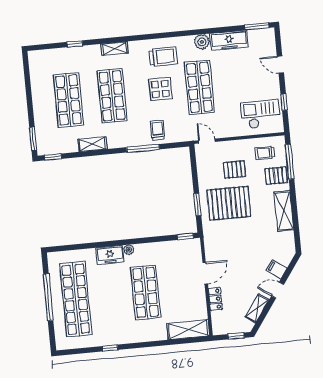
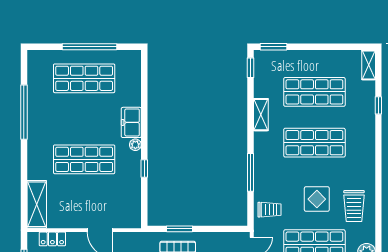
shelving: (115, 49) -> (369, 65), moved
trolley: (158, 130) -> (269, 210), moved
window: (186, 236) -> (144, 169), moved
shop shelf: (76, 299) -> (84, 78), width x0.71
locker: (215, 299) -> (52, 239), moved
window: (110, 348) -> (24, 112), width x3.17

